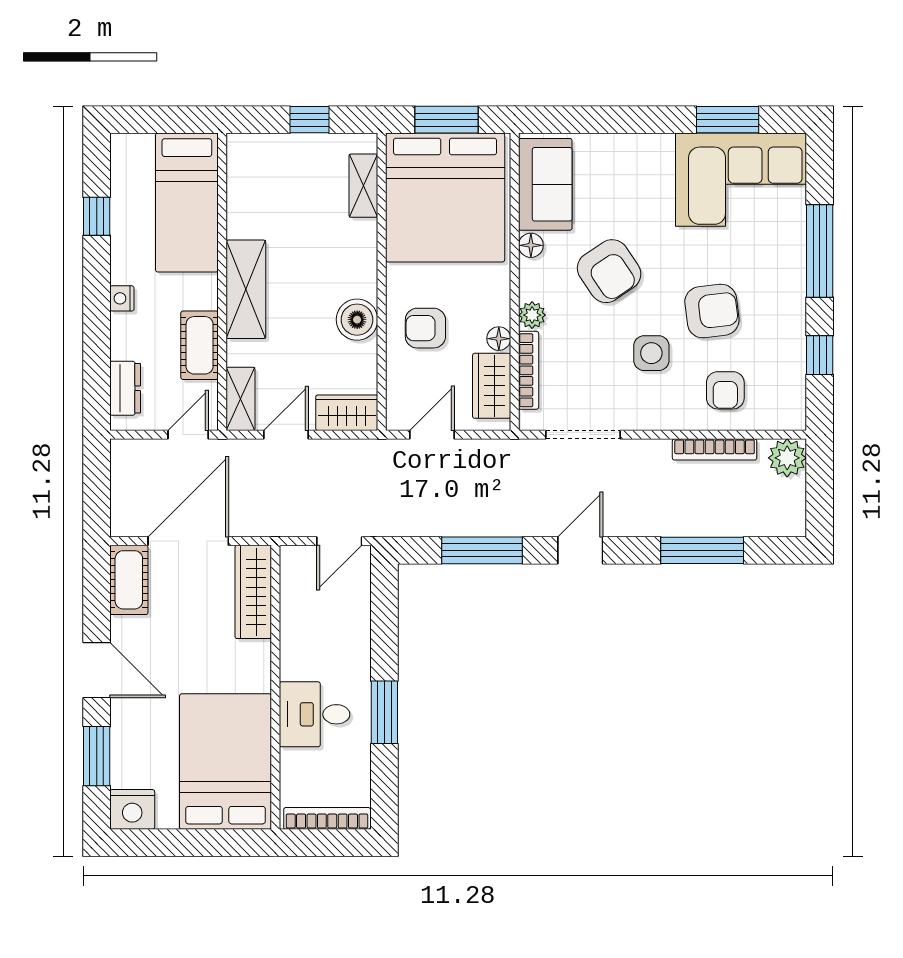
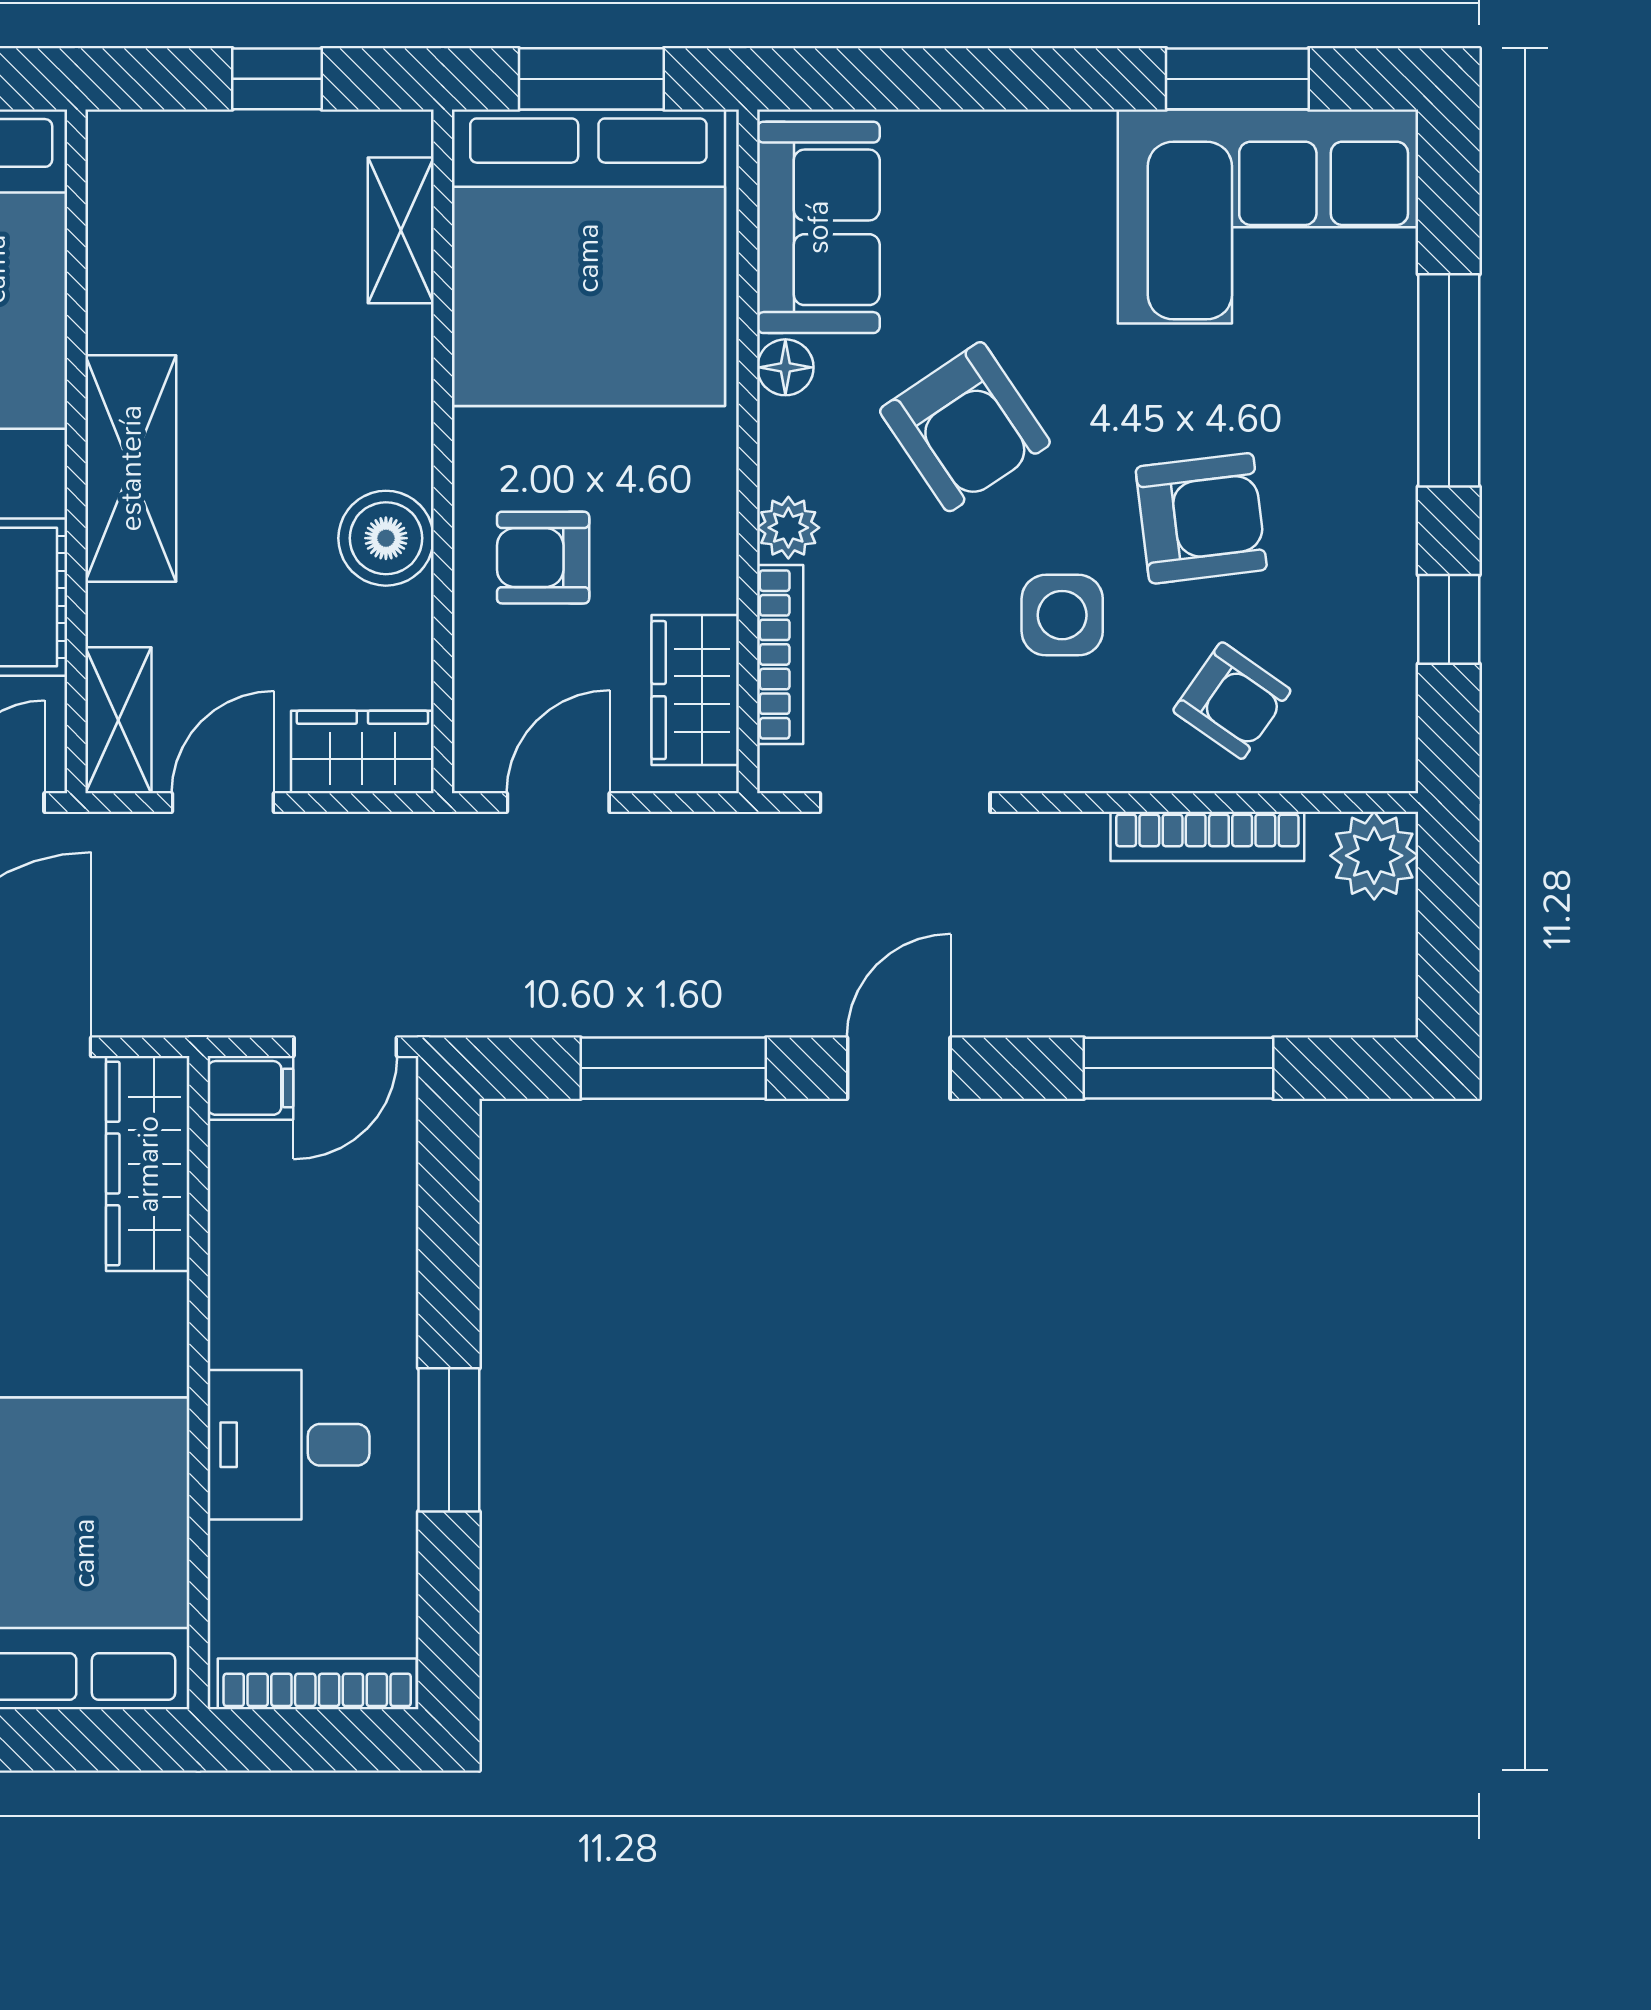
floor lamp: (499, 339) -> (712, 582), removed
armchair: (725, 390) -> (1232, 701), turned -55
filing cabinet: (298, 559) -> (250, 1088), added

